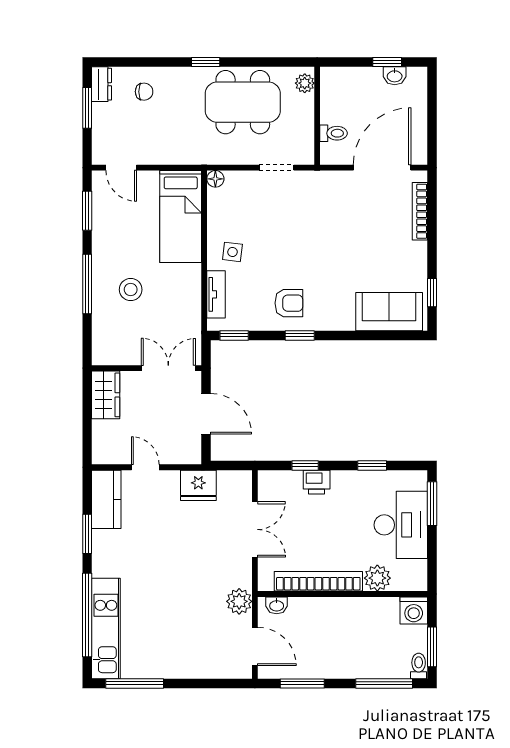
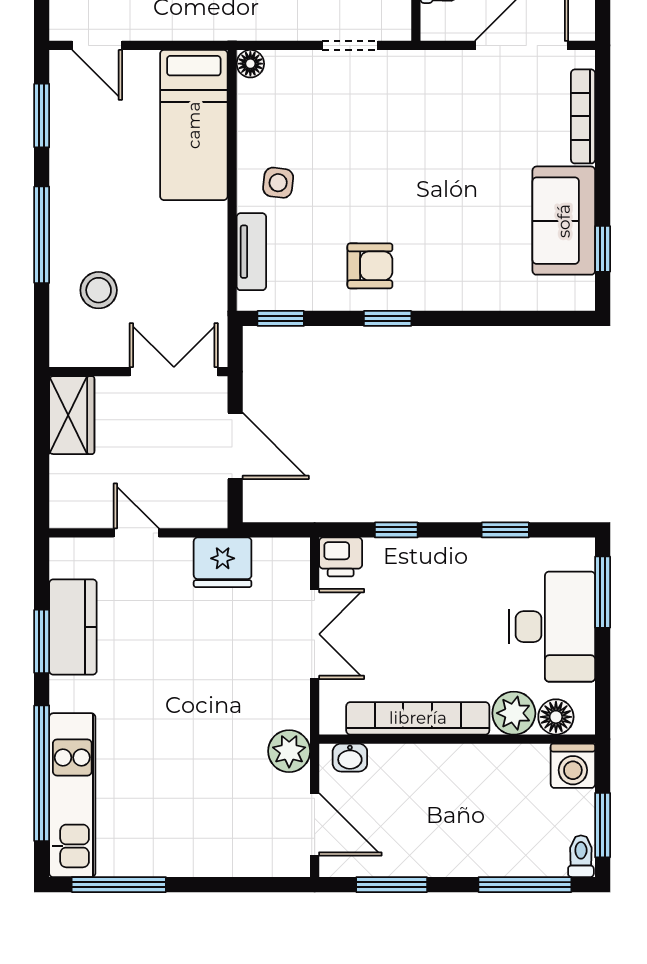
stool: (131, 290) -> (99, 290), moved
sofa: (389, 312) -> (564, 221), moved, turned -90
printer: (317, 482) -> (341, 557), moved
kitchen counter: (106, 499) -> (73, 627), moved
floor lamp: (403, 580) -> (556, 717), added

